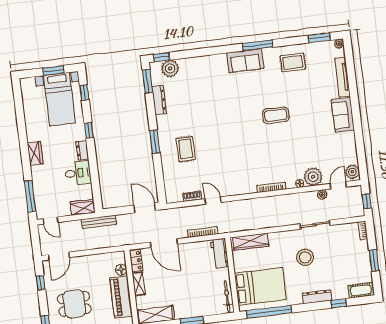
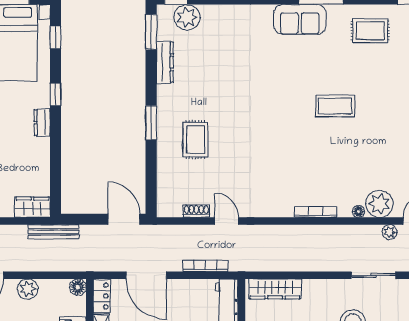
desk: (78, 173) -> (31, 156), removed
plant: (86, 262) -> (28, 289), added
floor lamp: (121, 270) -> (78, 287), moved

